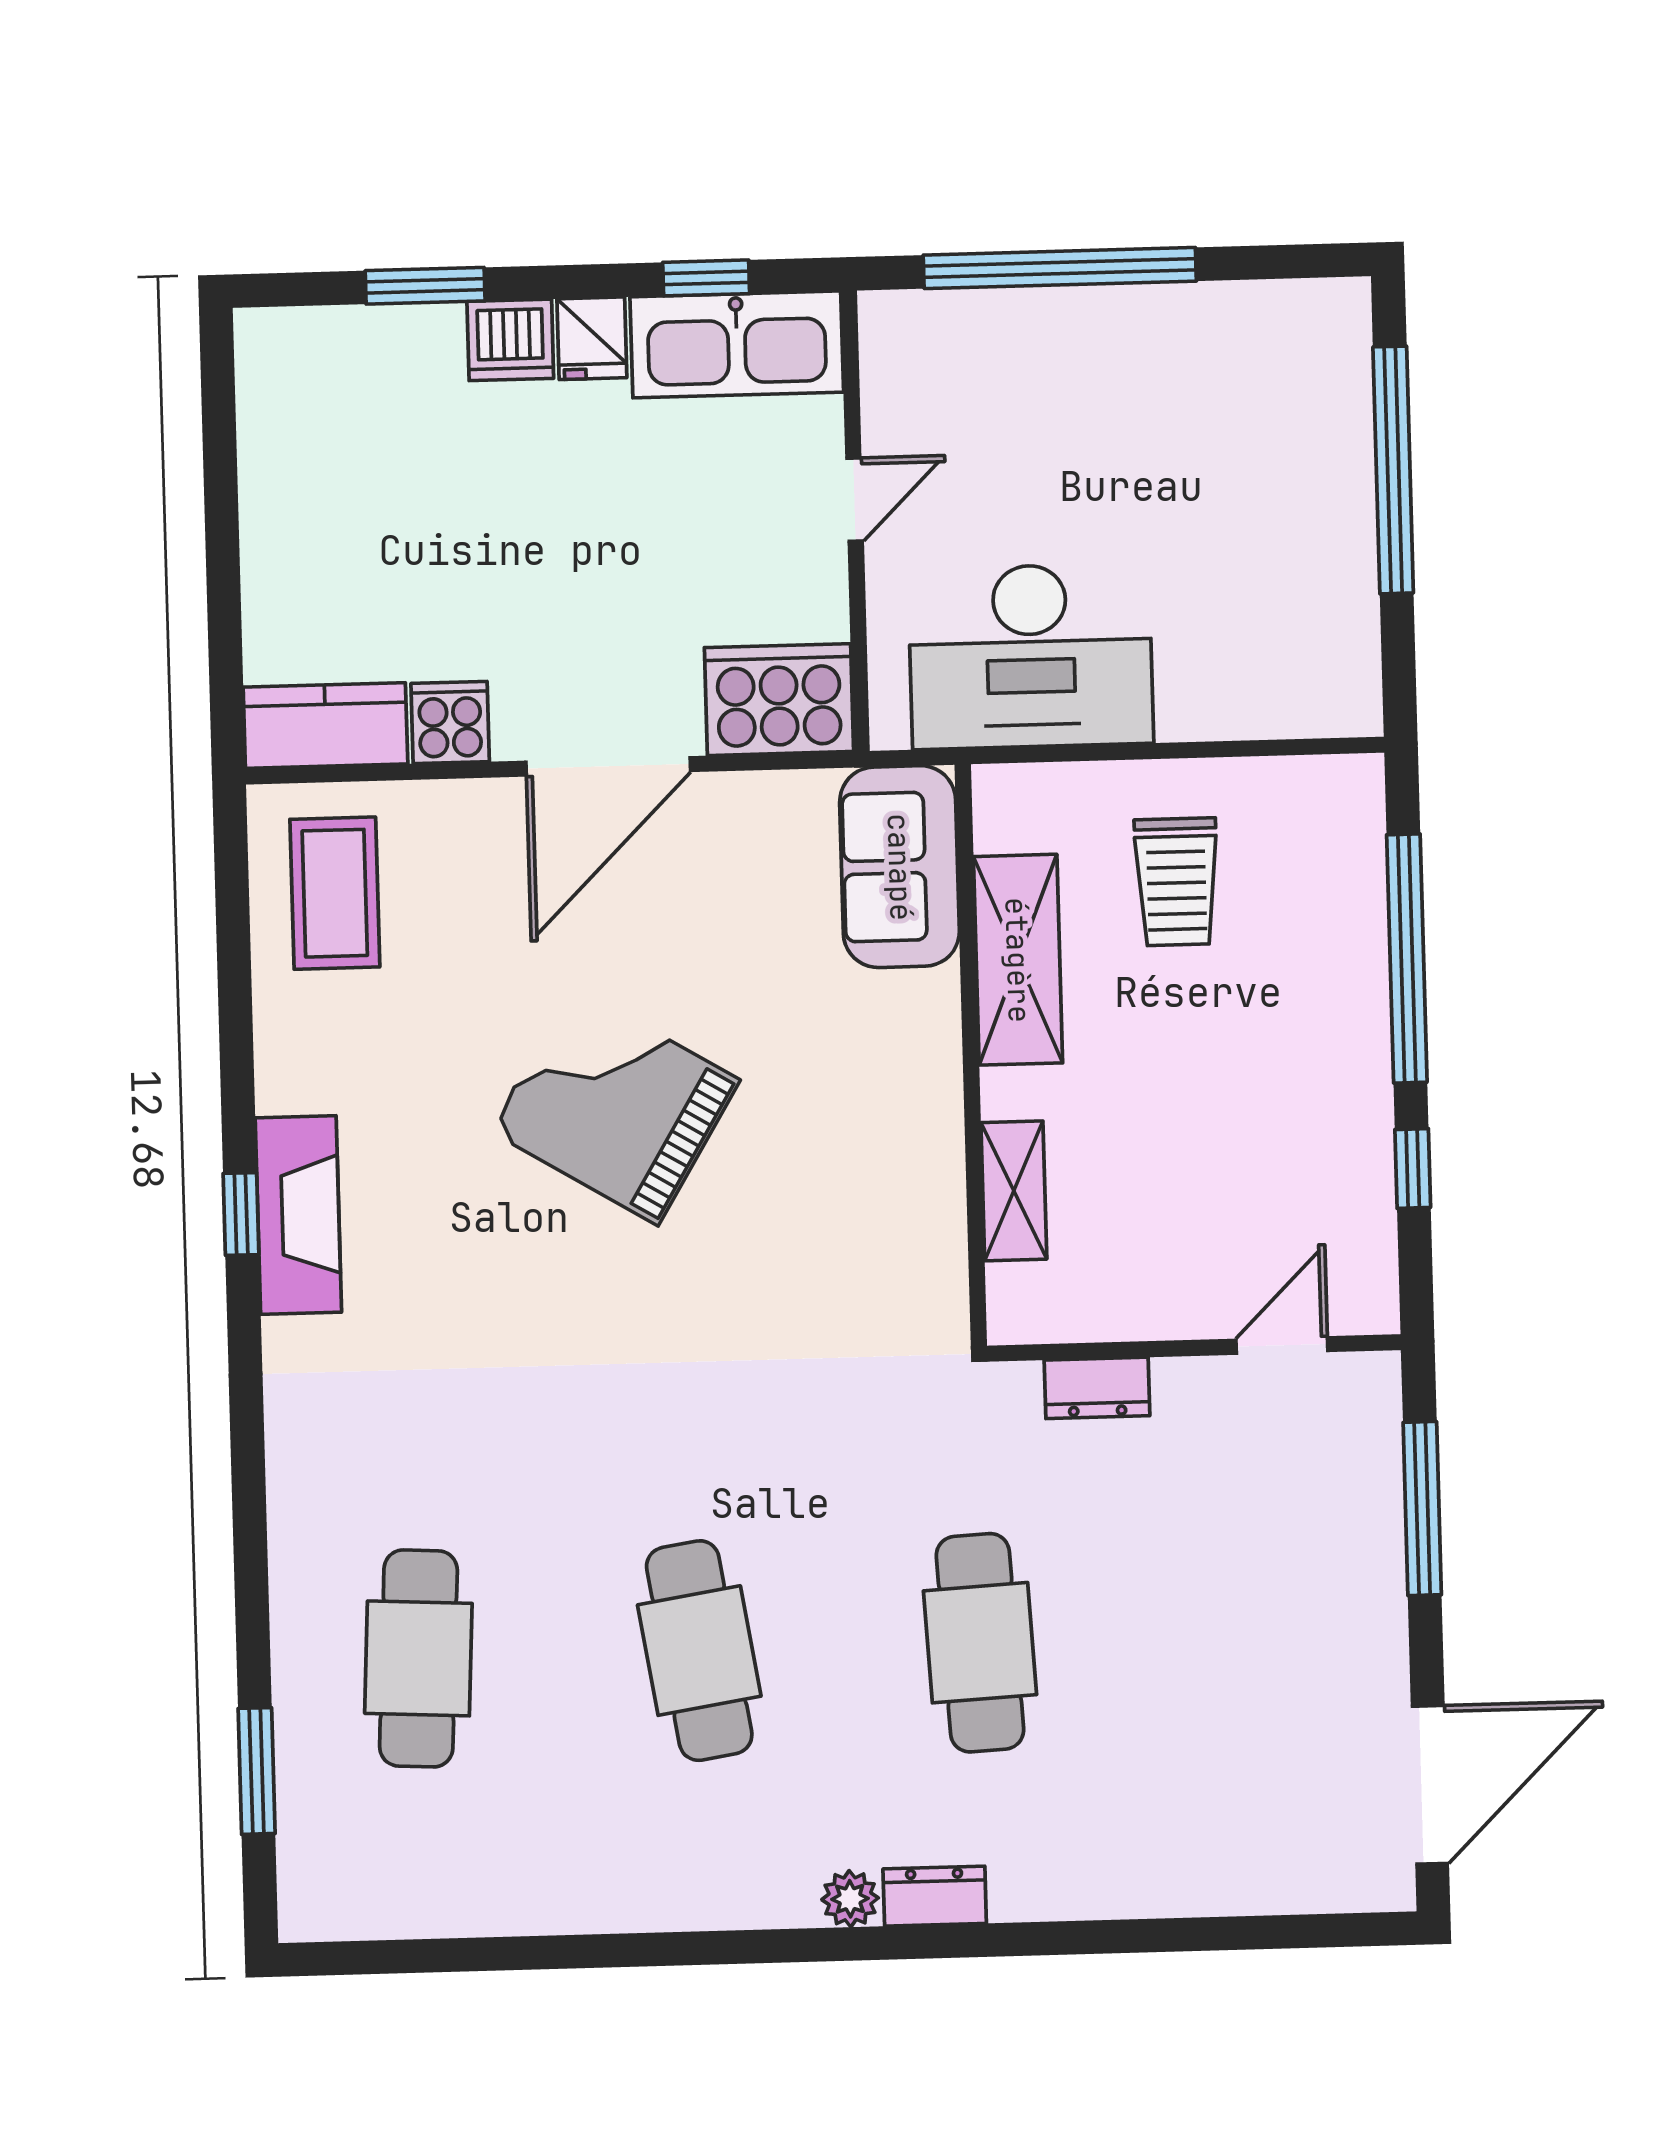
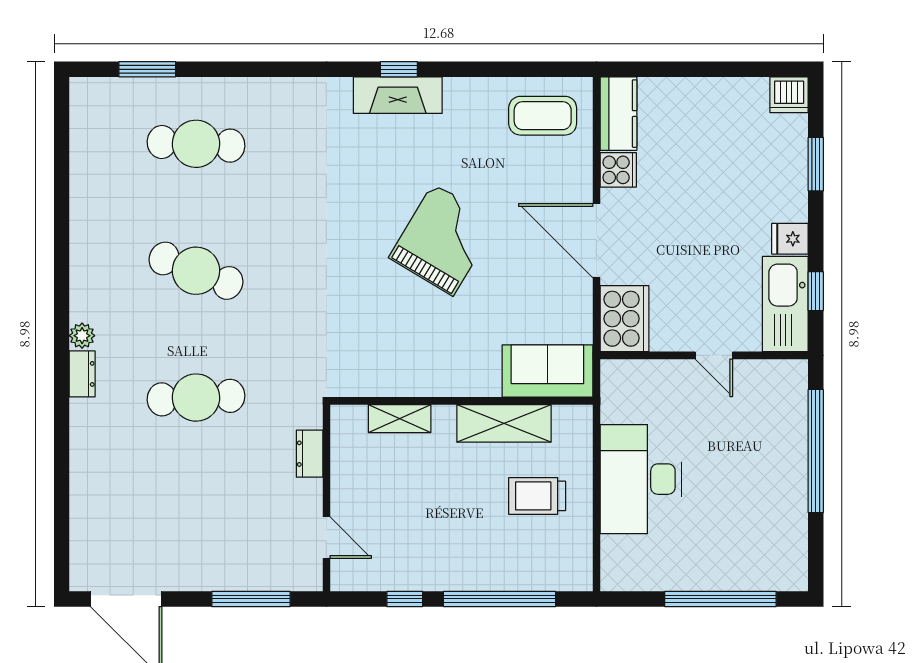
dishwasher: (510, 340) -> (789, 95), moved, turned -90
desk: (1031, 656) -> (641, 479), moved
cafe table: (699, 1651) -> (196, 271), turned 30

